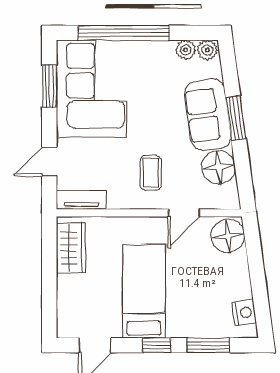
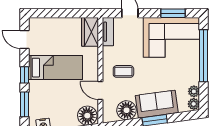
wardrobe: (71, 248) -> (90, 32), moved, turned 90

